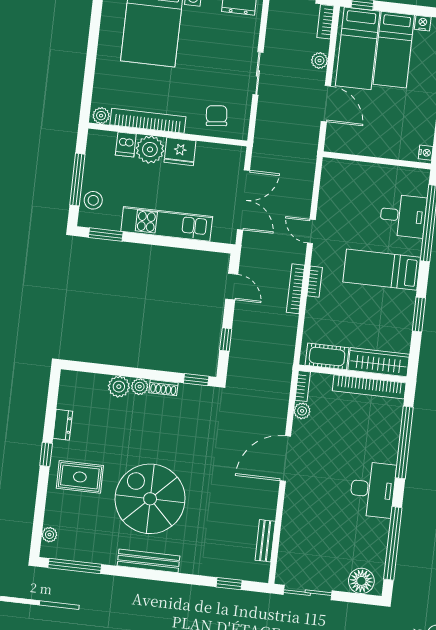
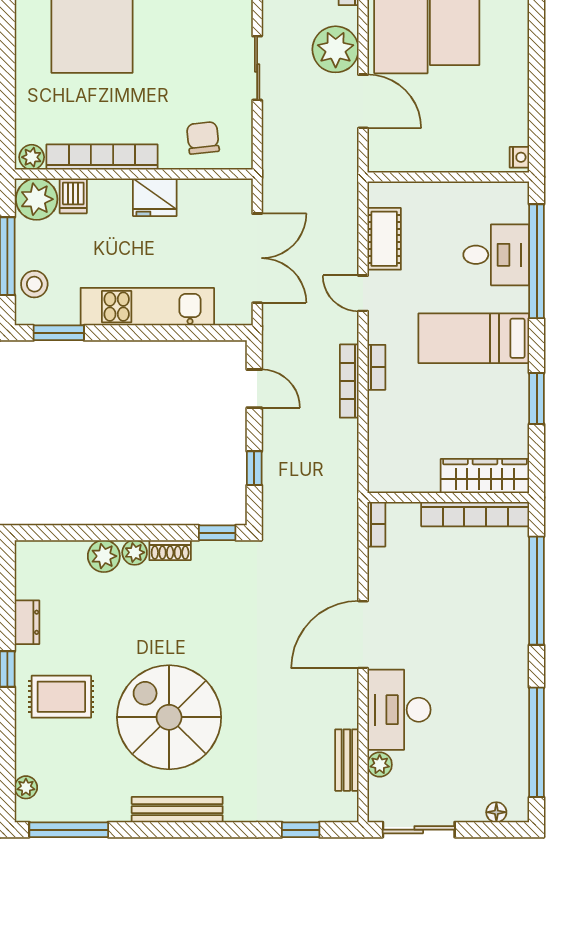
plant: (320, 60) -> (336, 49), width x1.87, depth x1.87
plant: (150, 149) -> (37, 199), moved
cot: (327, 356) -> (384, 239), moved, turned 90
plant: (302, 411) -> (380, 765), moved
desk: (373, 489) -> (399, 710), moved, turned 180
floor lamp: (361, 581) -> (496, 812), width x0.53, depth x0.53

